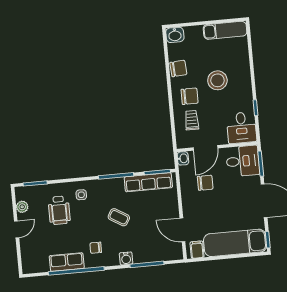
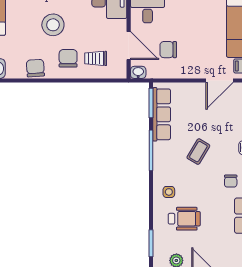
chair: (205, 183) -> (168, 50), turned -90

